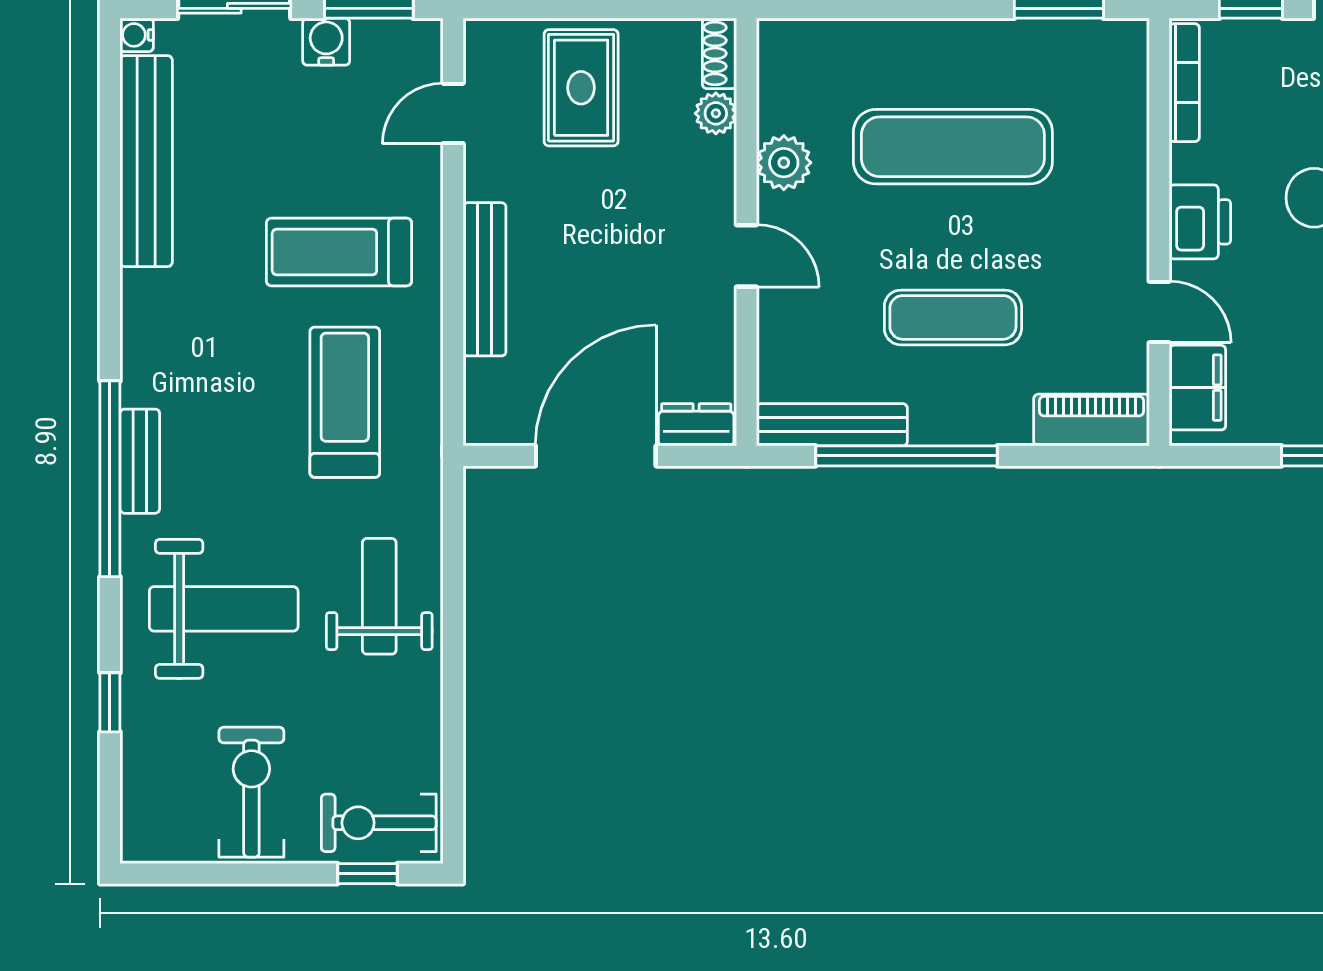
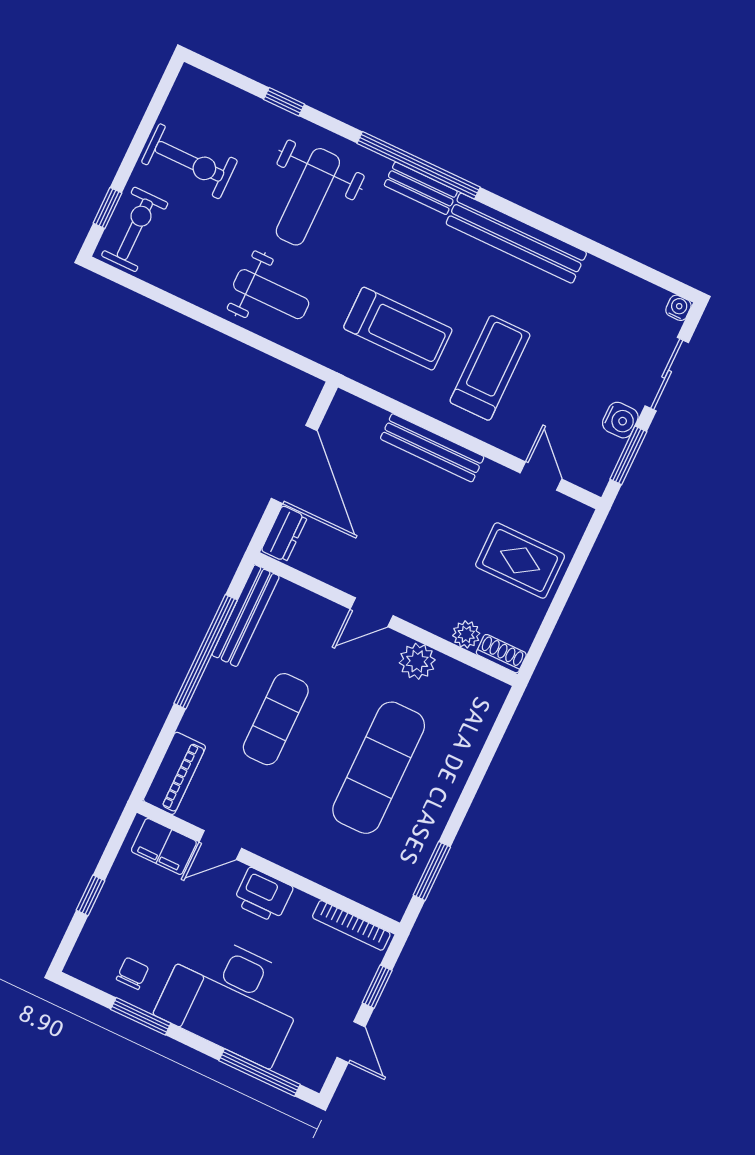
bench: (146, 161) -> (516, 238), moved

